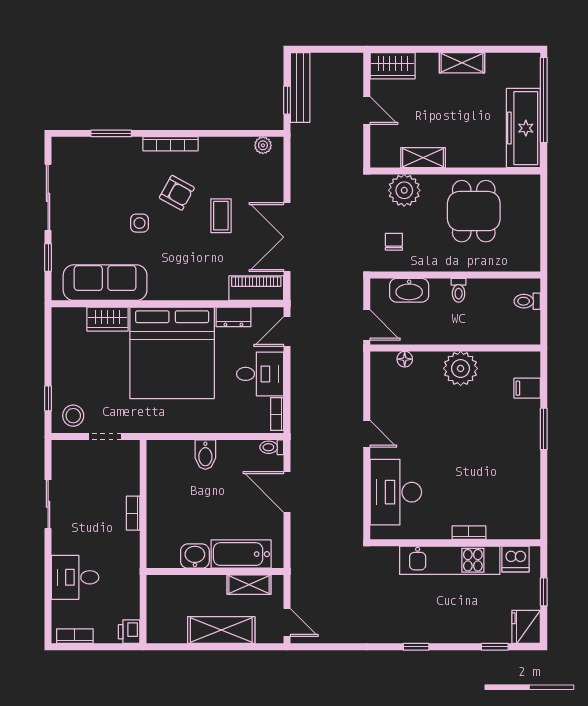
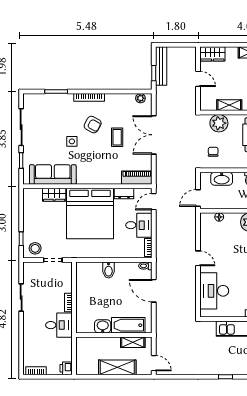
double door: (287, 237) -> (154, 135), moved
door: (367, 325) -> (198, 198), swing flipped
desk: (75, 577) -> (59, 325), moved, turned 180

